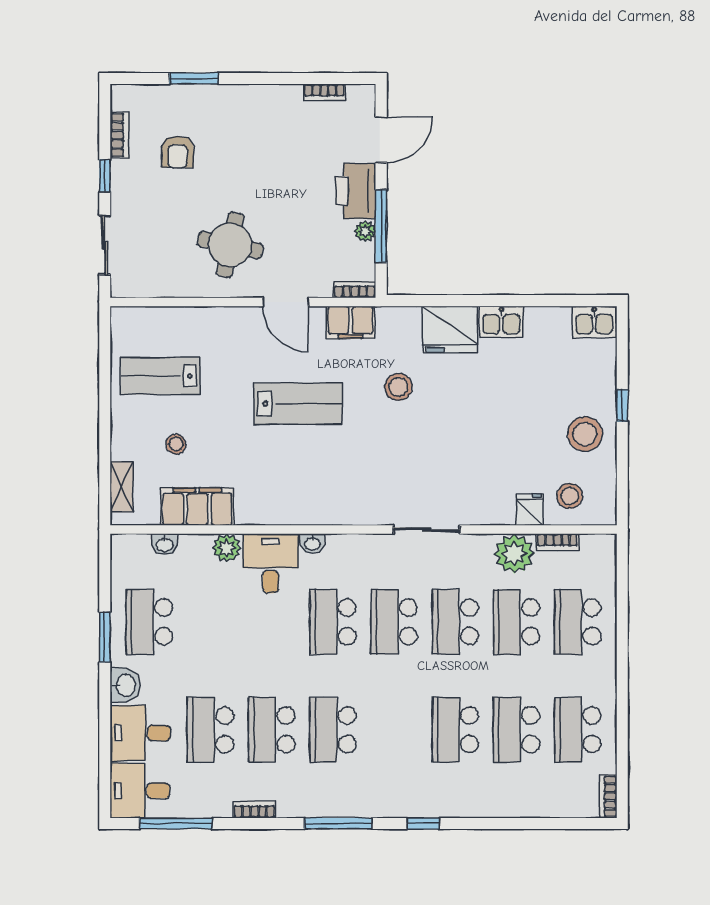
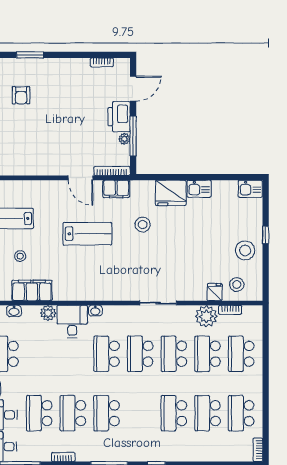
round table: (230, 245) -> (50, 146), removed
bookcase: (355, 290) -> (112, 171), width x1.56

